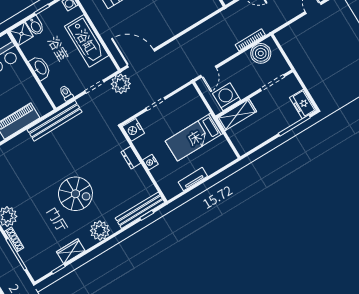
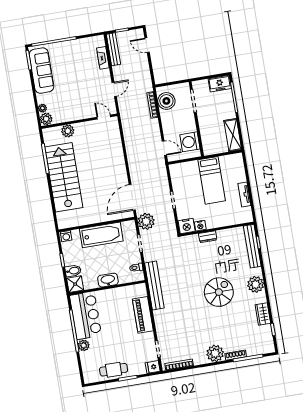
shelving: (237, 115) -> (233, 135), moved
nightstand: (150, 162) -> (200, 226), moved

